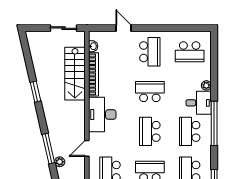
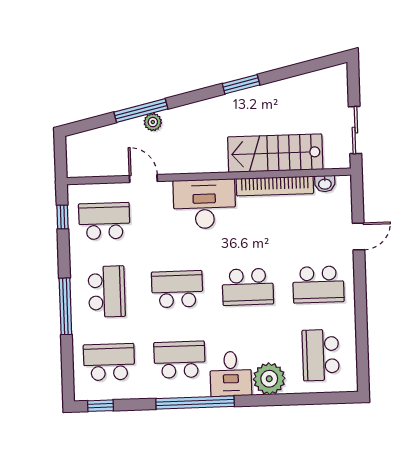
plant: (206, 85) -> (269, 379), width x1.87, depth x1.87
school desk: (150, 92) -> (248, 287), turned 90
plant: (60, 162) -> (153, 122), moved

